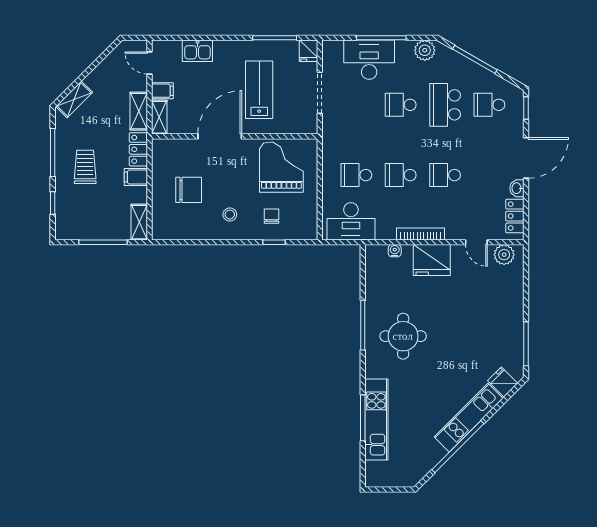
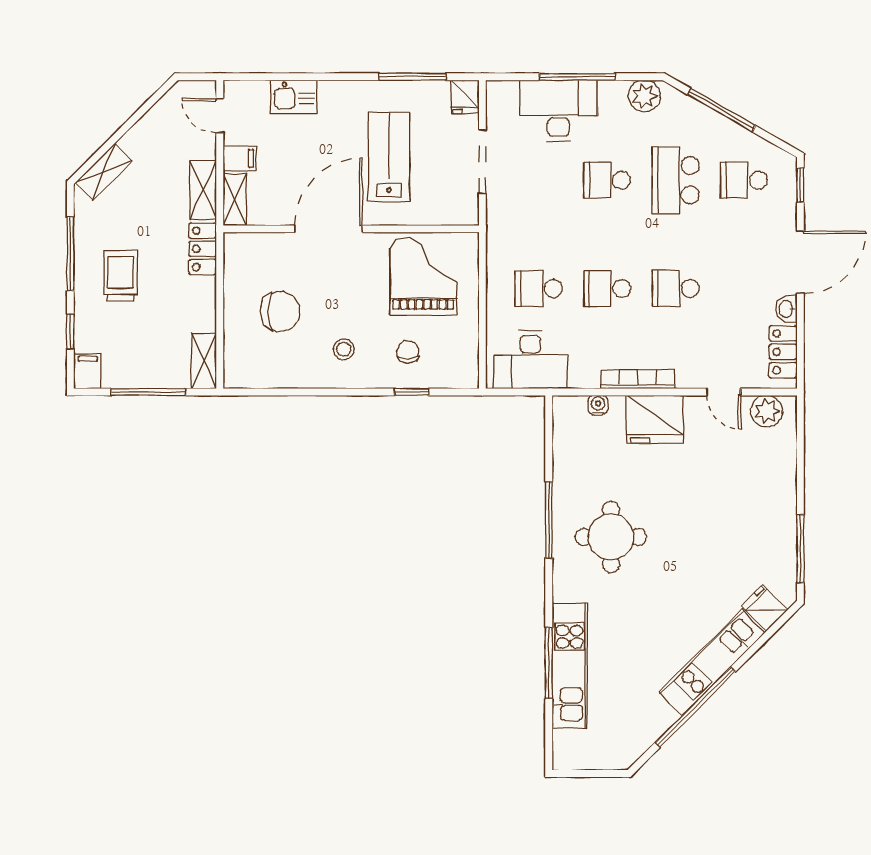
filing cabinet: (136, 177) -> (88, 371), moved, turned 90

